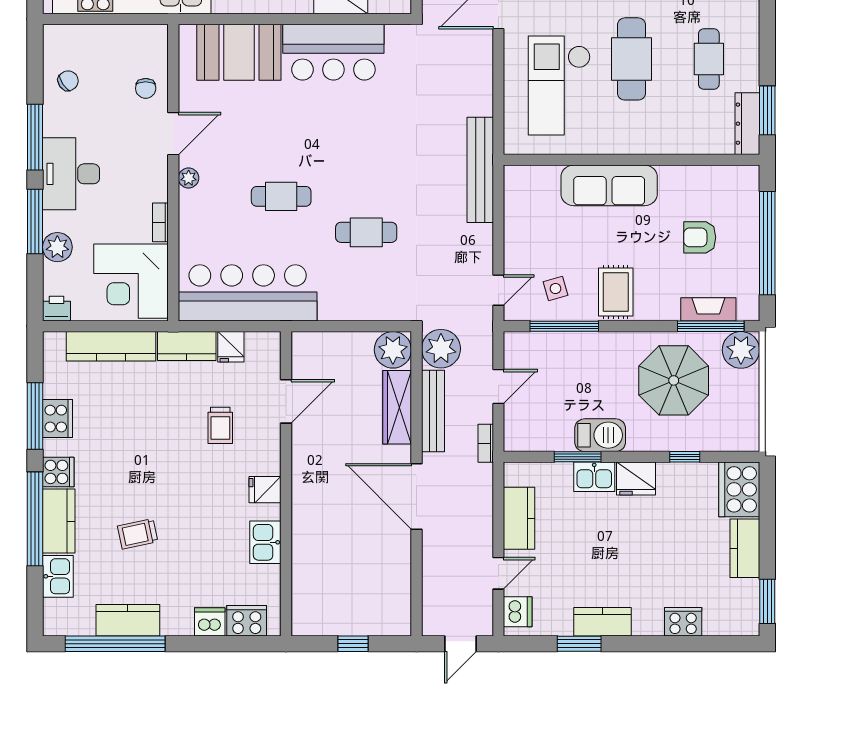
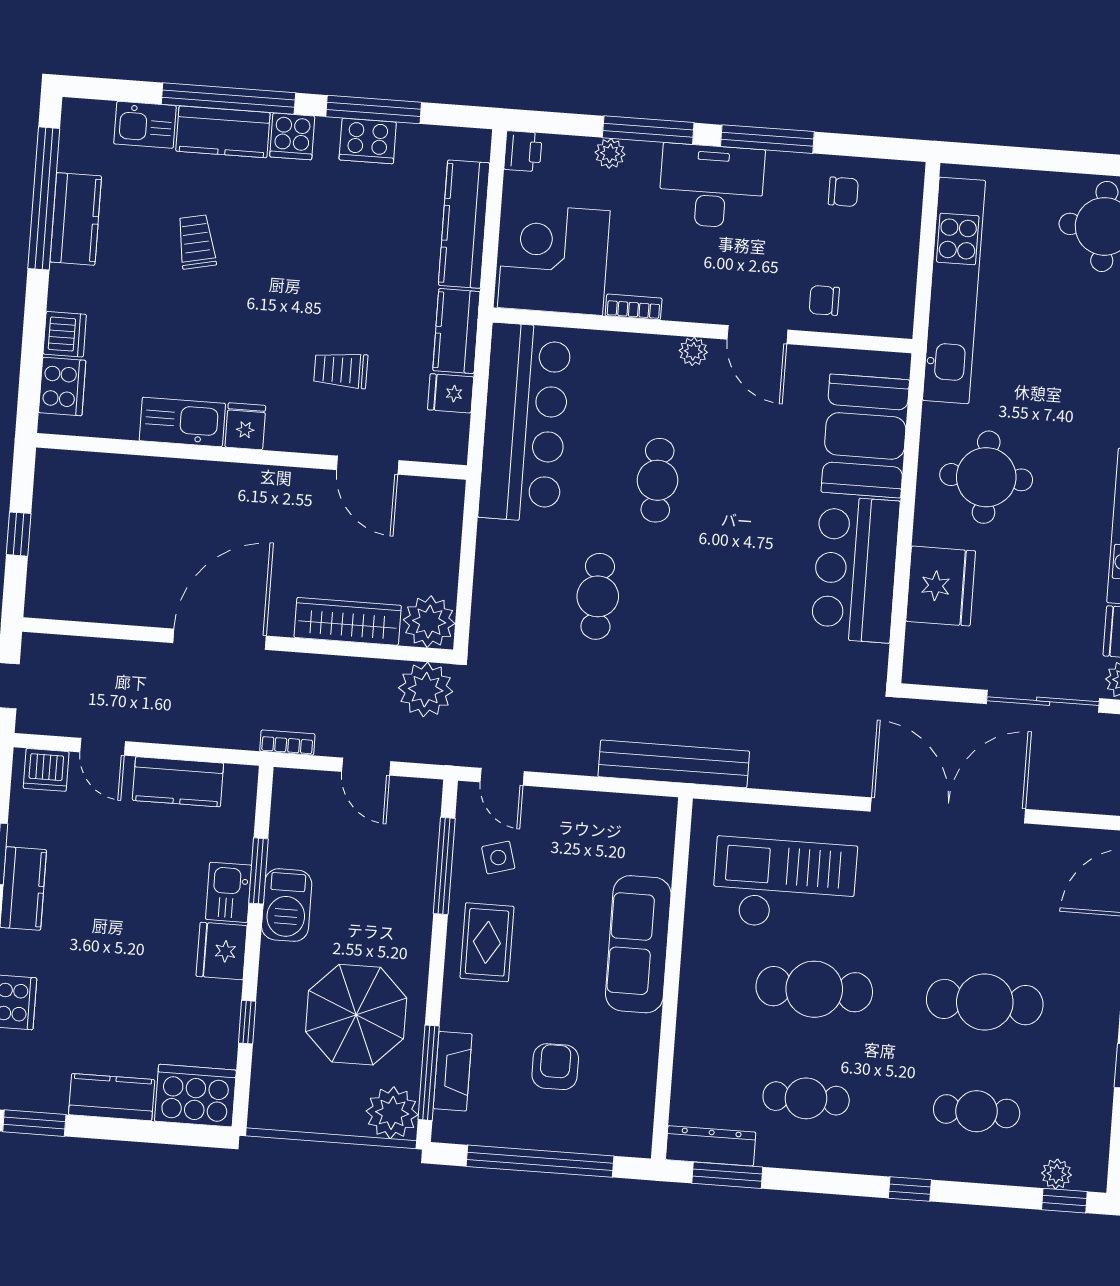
chair: (68, 81) -> (843, 192), turned -56
plant: (57, 247) -> (610, 153), width x0.73, depth x0.73
rug: (616, 292) -> (487, 942), turned 90
bench: (433, 411) -> (339, 672), removed
kitchen sink: (265, 542) -> (182, 422), width x1.38

